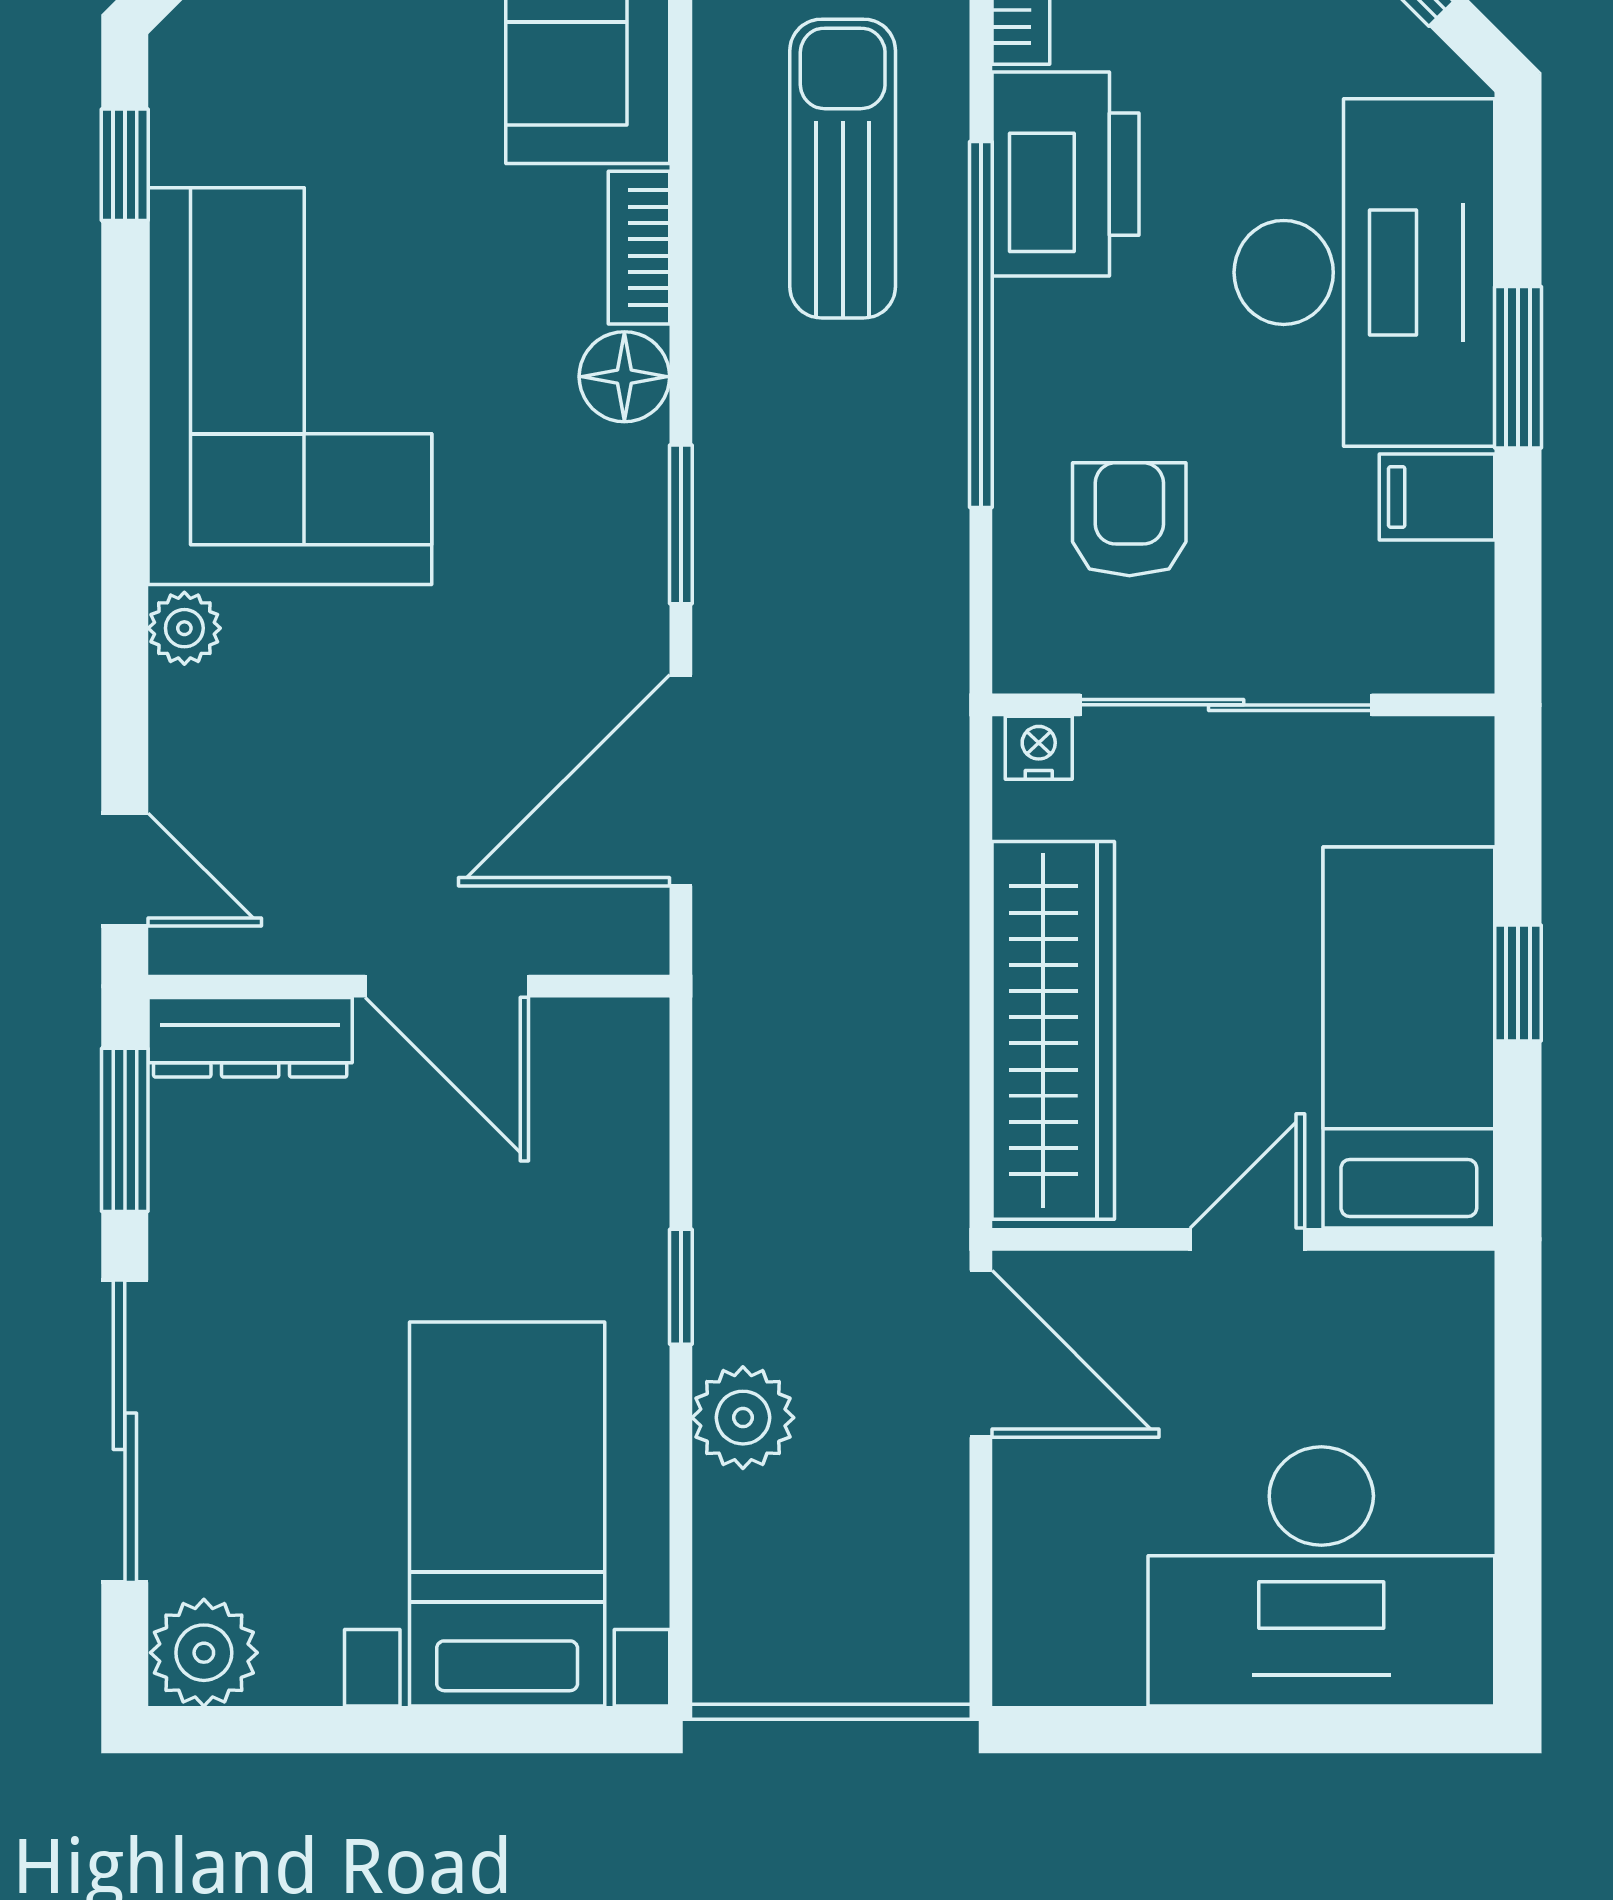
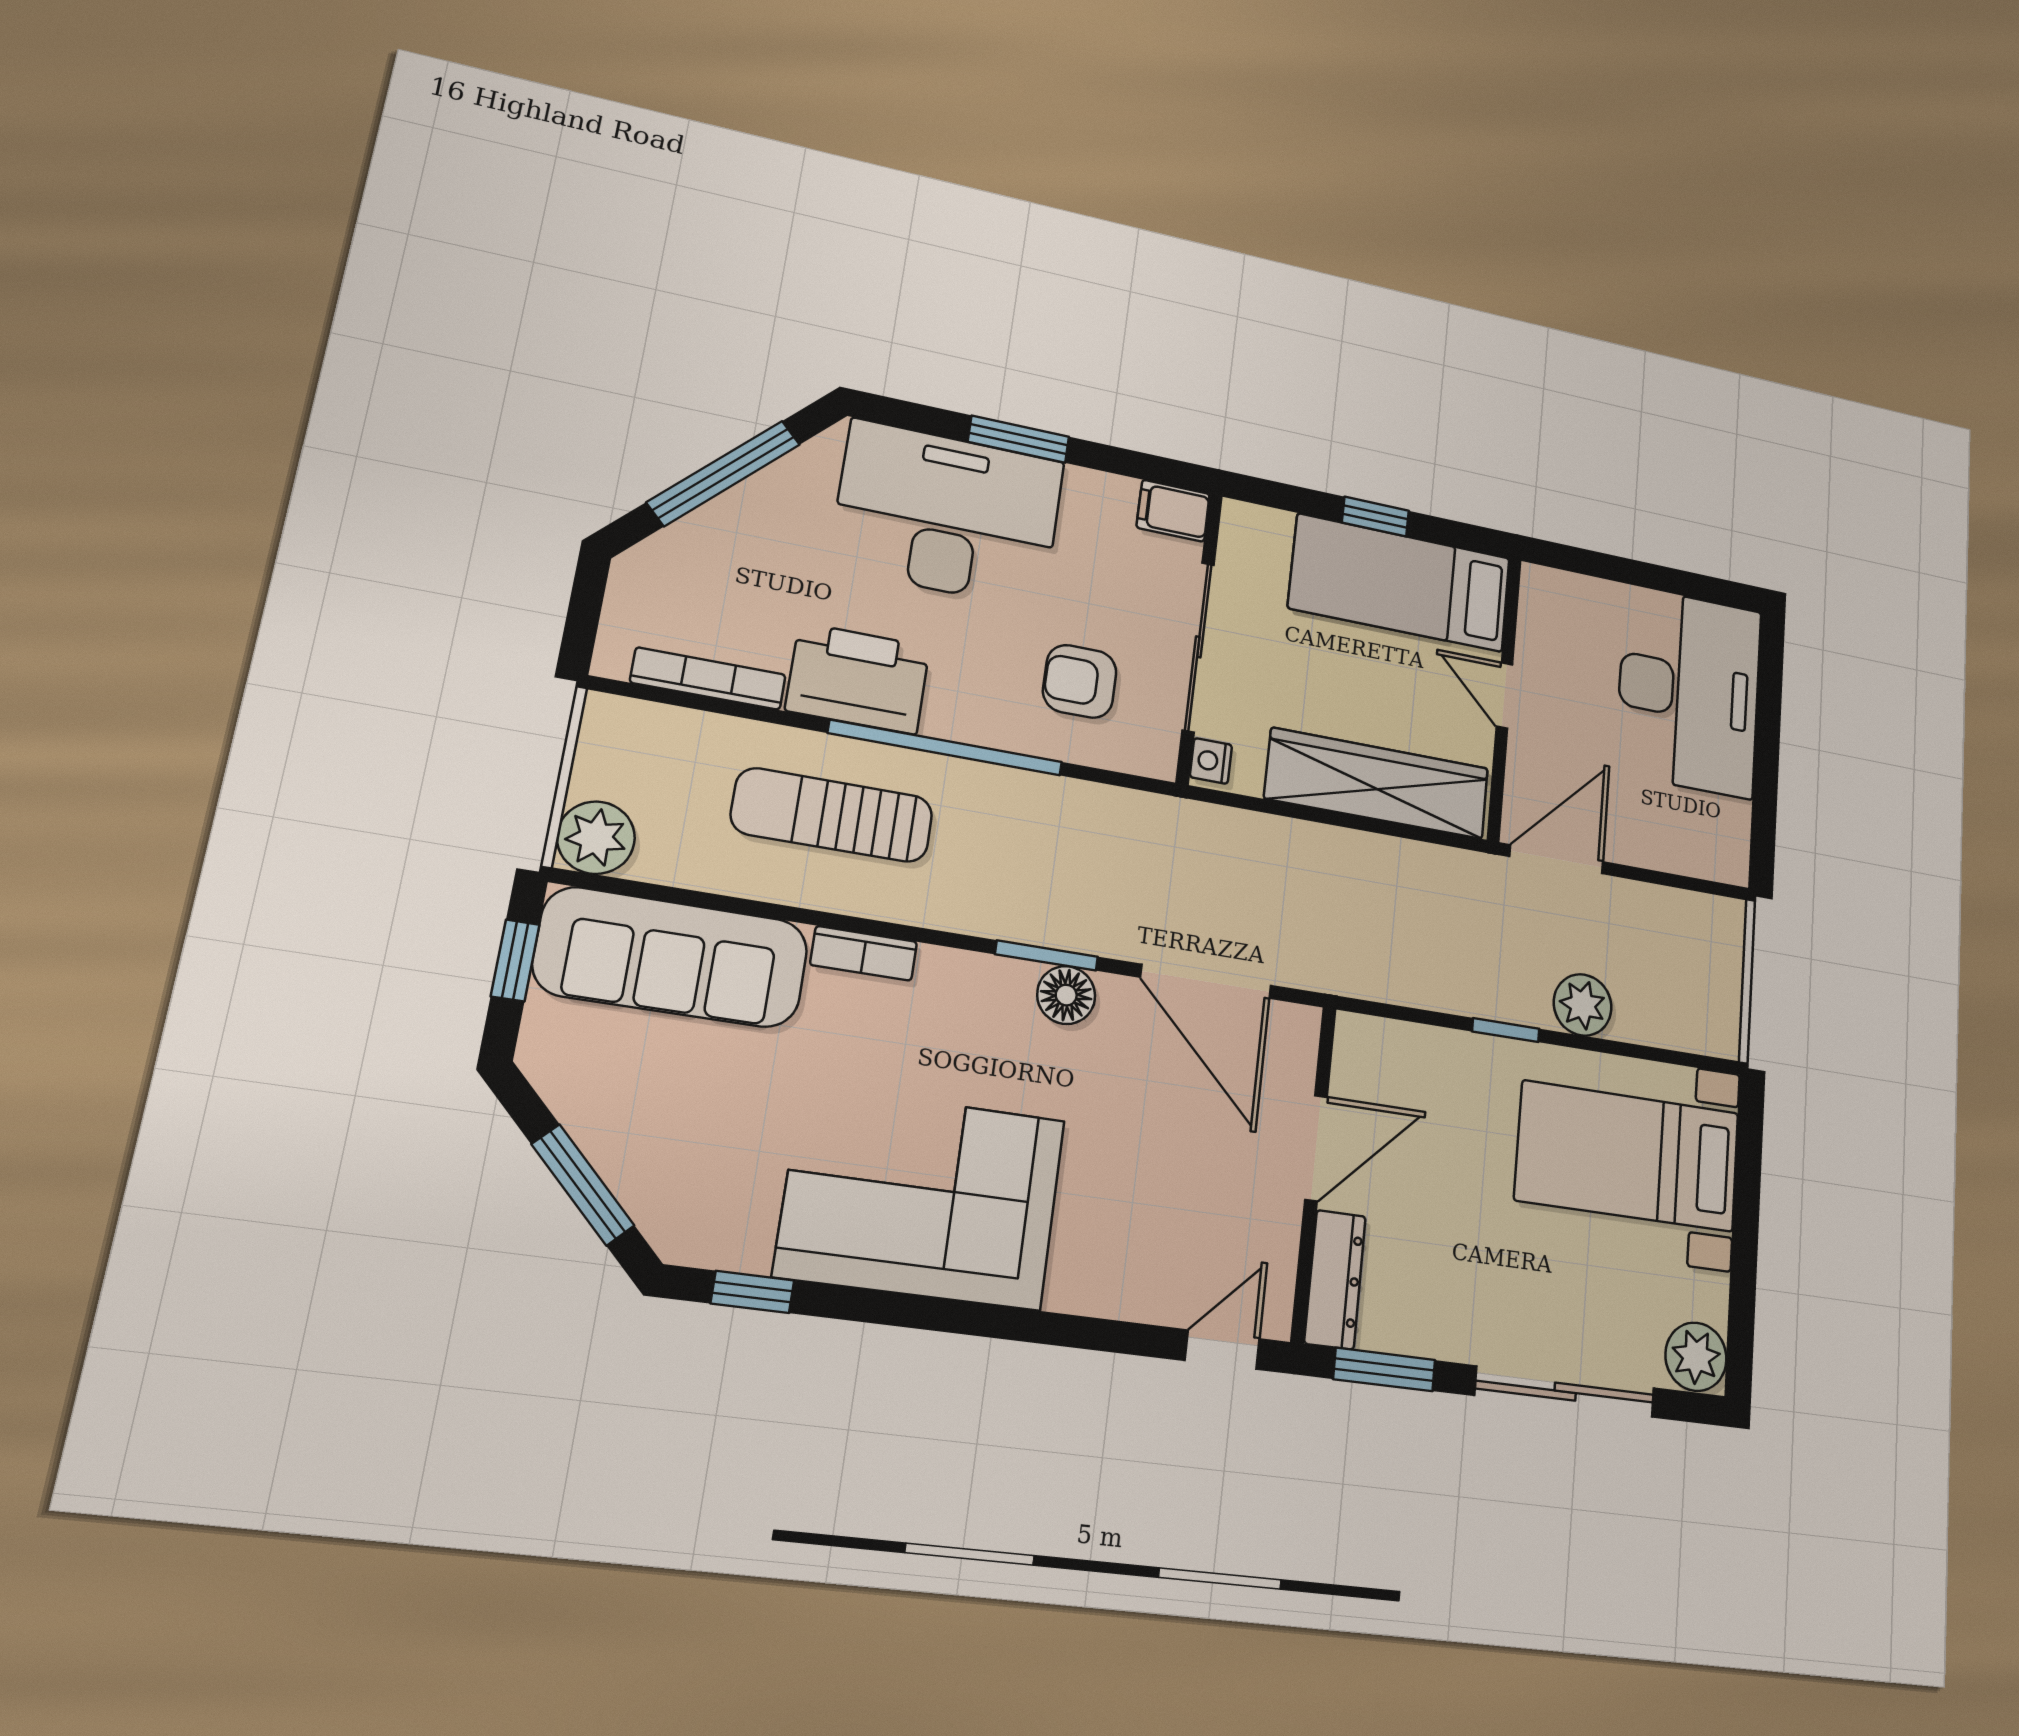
floor lamp: (624, 377) -> (1066, 995), moved
filing cabinet: (1437, 497) -> (1173, 511), moved, turned 90
plant: (184, 628) -> (1072, 1290), removed

